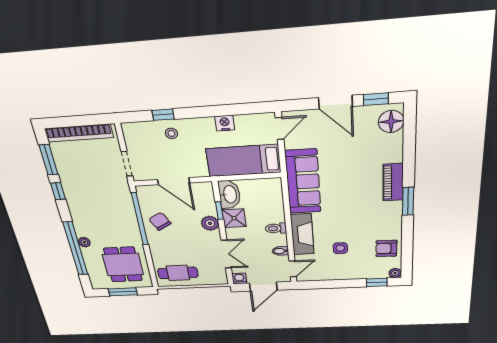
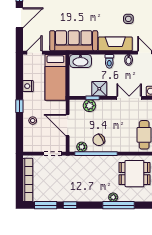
window: (163, 115) -> (19, 106), moved
door: (280, 129) -> (34, 53), hinge flipped
door: (174, 181) -> (68, 125), swing flipped
washbasin: (229, 194) -> (80, 61), moved, turned 180
plant: (145, 201) -> (82, 147), added
plant: (210, 223) -> (89, 106), moved
window: (75, 249) -> (118, 205), width x0.68

